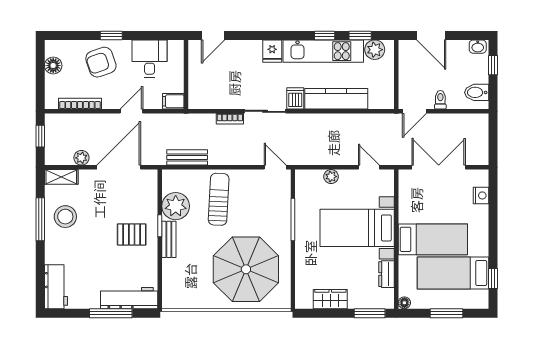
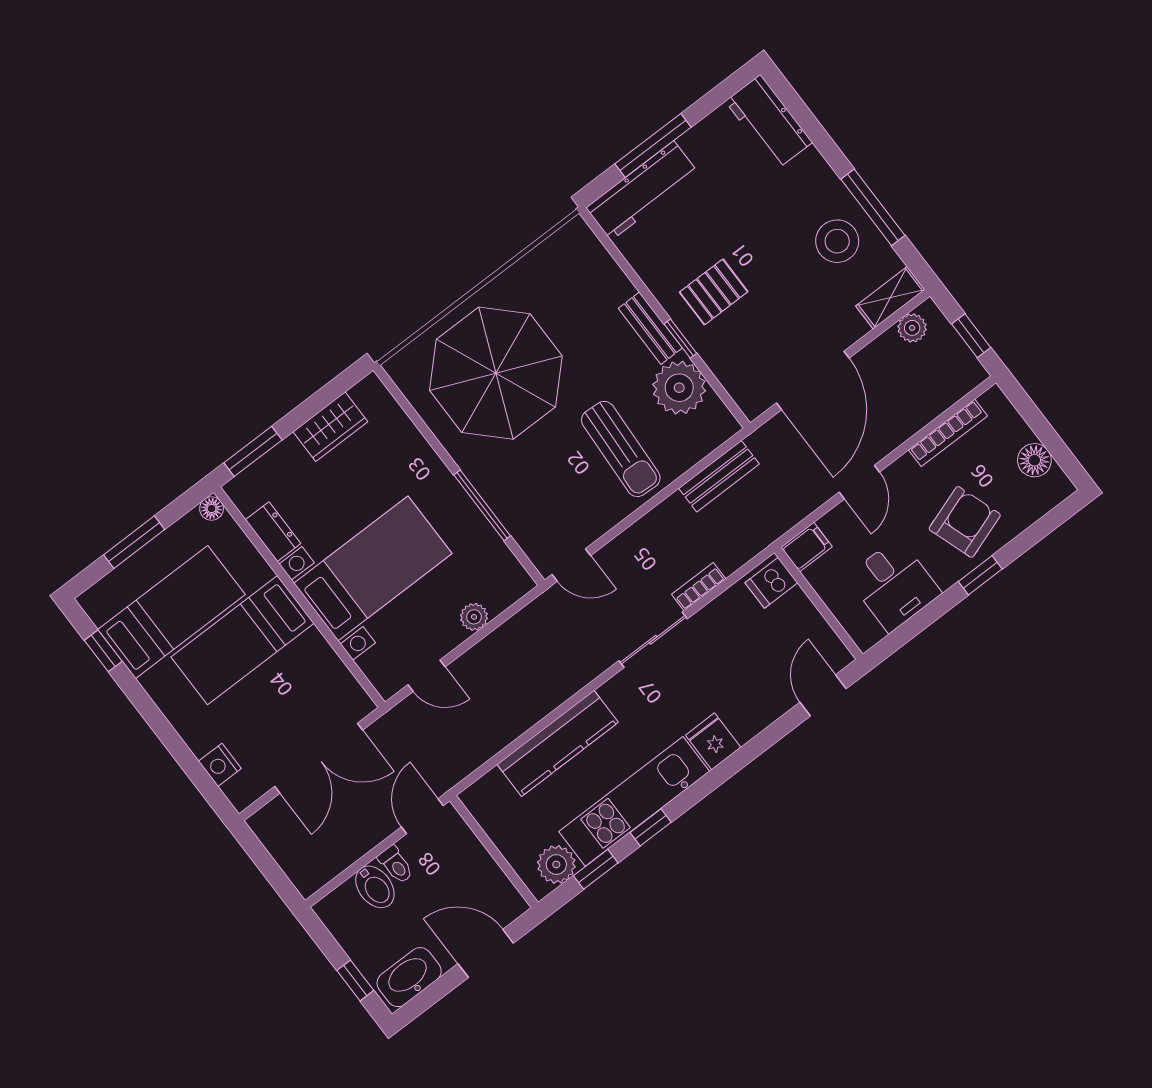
washbasin: (478, 47) -> (409, 977), width x1.91, depth x1.45
bidet: (477, 92) -> (375, 887), moved, turned 90
dishwasher: (295, 98) -> (771, 583), moved, turned 90
plant: (81, 158) -> (912, 328), moved

